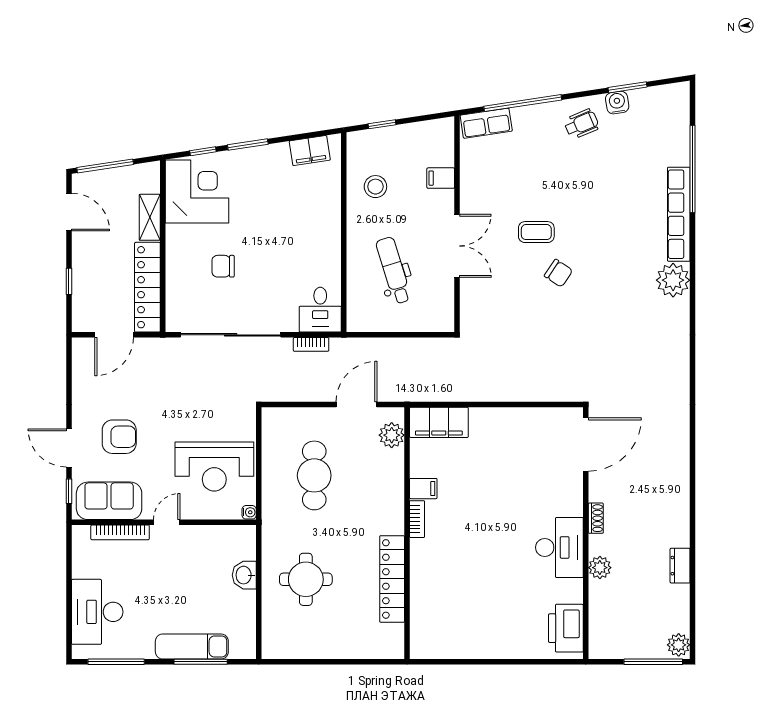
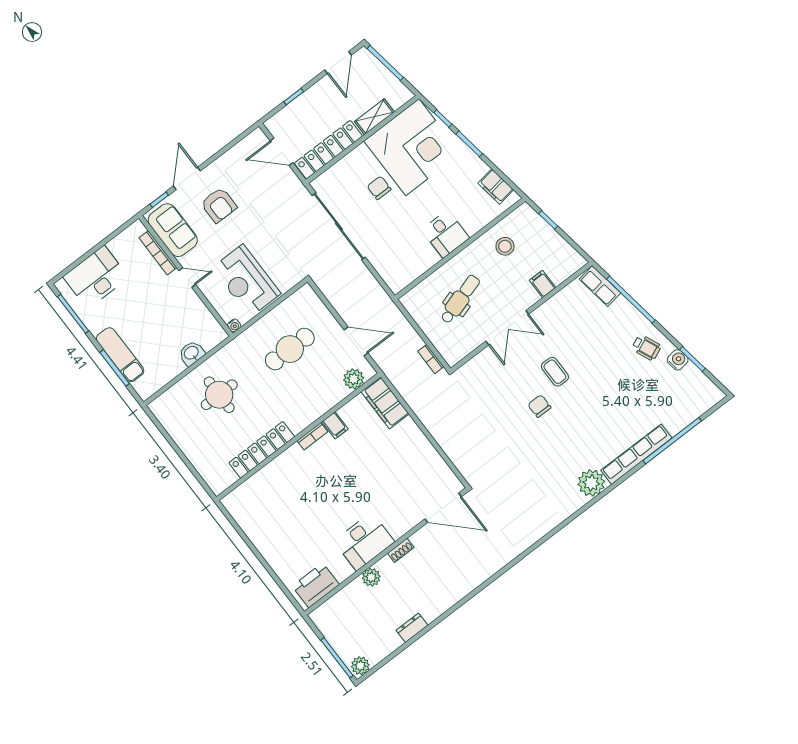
corner desk: (197, 192) -> (412, 147), width x1.36, depth x1.36
chair: (558, 273) -> (539, 406), turned 146
desk: (320, 310) -> (446, 234), moved, turned -90
bookcase: (311, 344) -> (431, 359), moved

